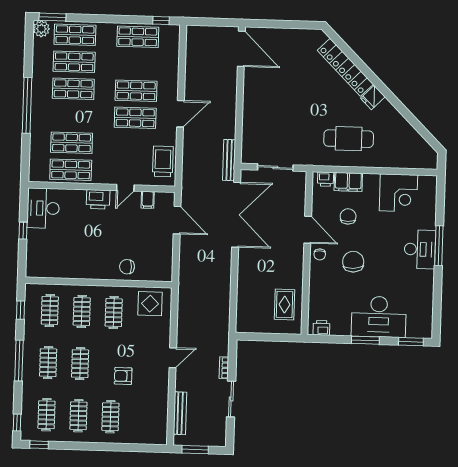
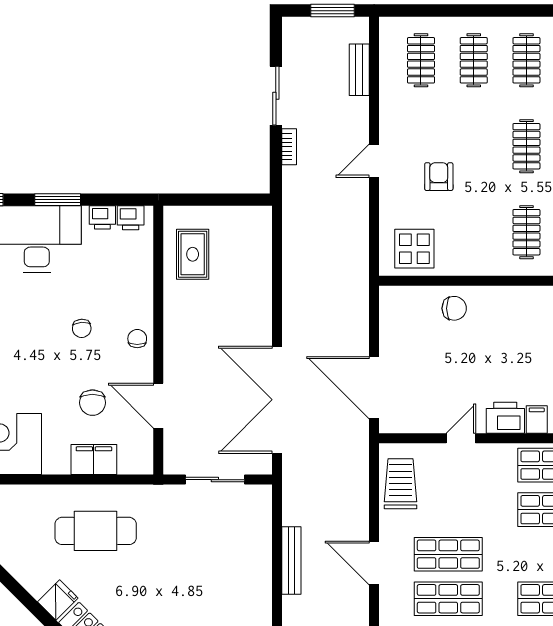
door: (180, 114) -> (374, 563), hinge flipped
bench: (229, 160) -> (291, 560), moved
trolley: (163, 161) -> (400, 484), turned 180
printer: (326, 179) -> (102, 217), moved, turned 180
filing cabinet: (148, 200) -> (537, 420), moved
door: (177, 220) -> (374, 388), width x1.36
door: (308, 230) -> (158, 406), moved
chair: (353, 262) -> (82, 328), width x0.54, depth x0.54
clothes rail: (114, 312) -> (421, 60), moved
armchair: (123, 376) -> (439, 177), moved, turned -90
bench: (180, 413) -> (359, 70), width x0.73

